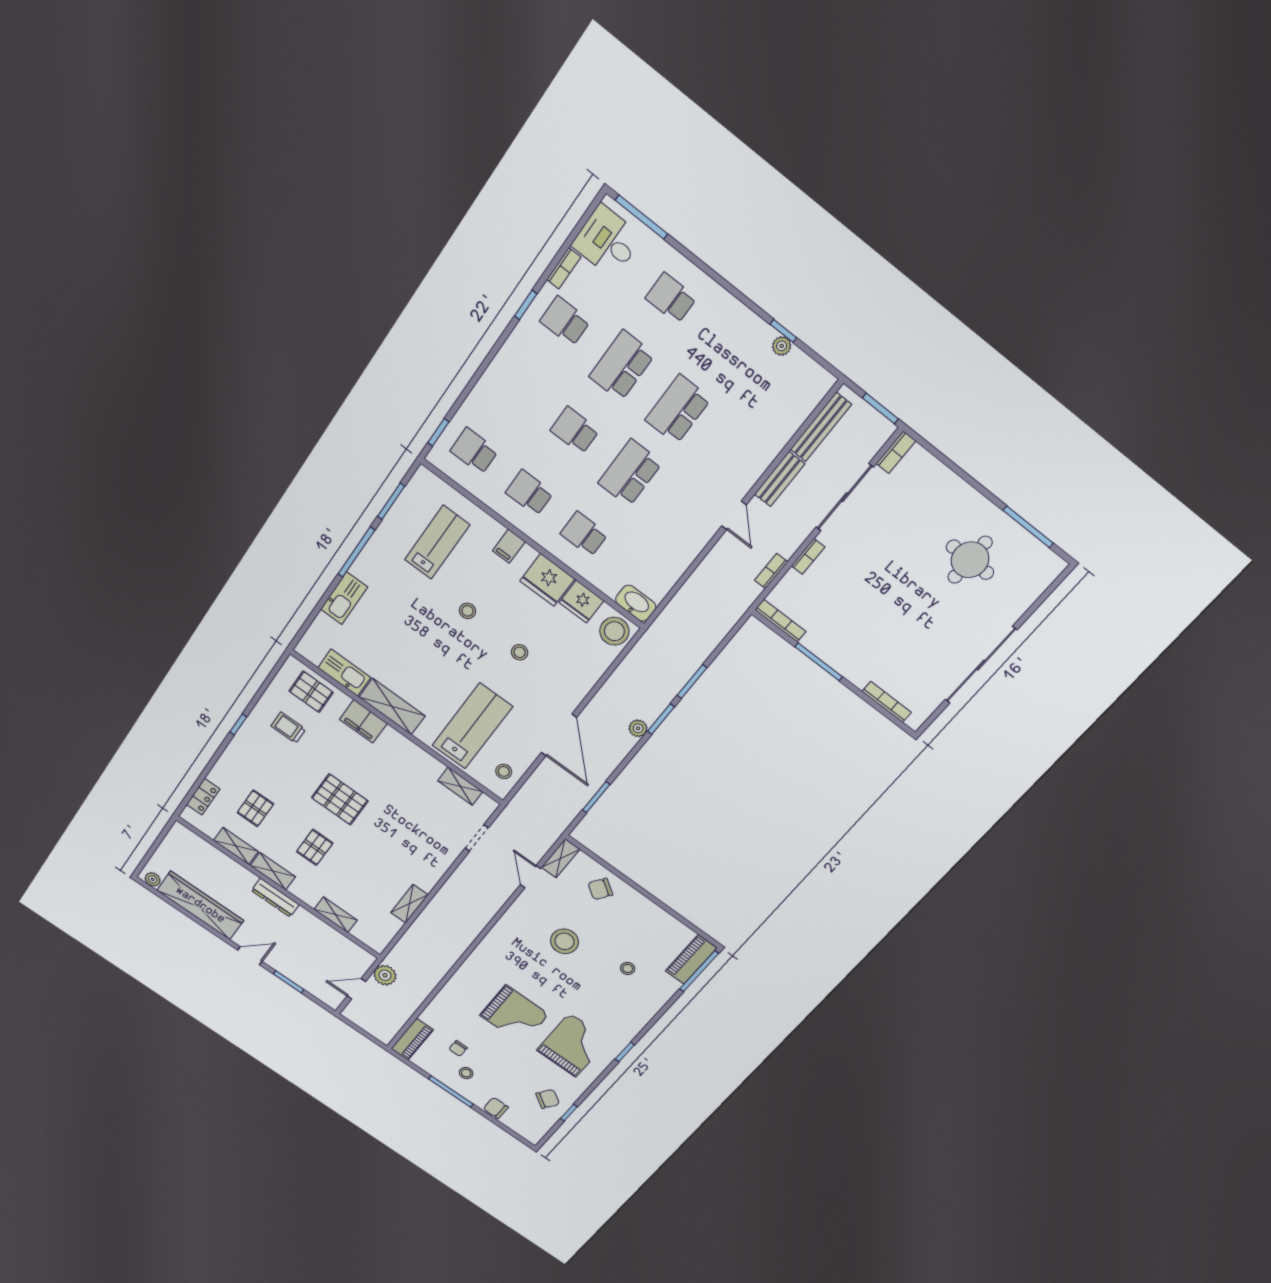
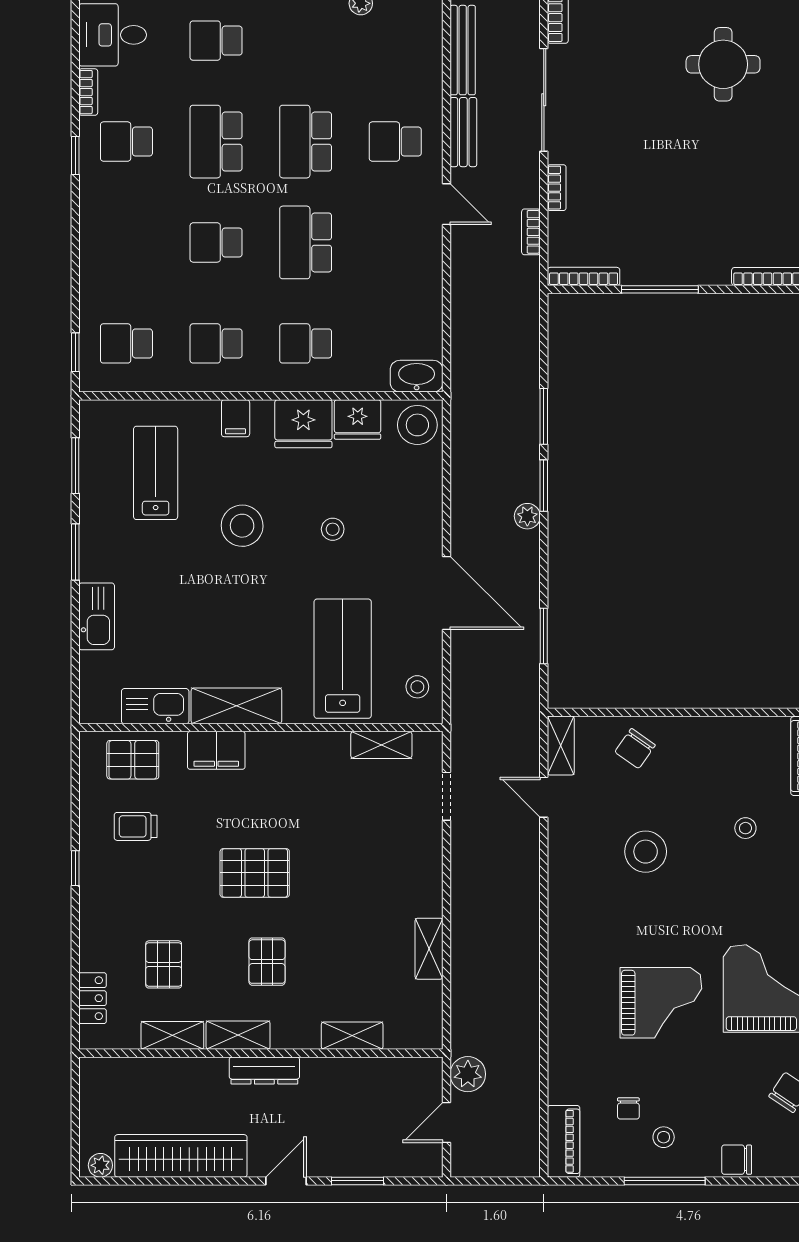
school desk: (733, 453) -> (395, 142), added
window: (356, 552) -> (75, 552), width x0.69
stool: (467, 611) -> (242, 526), width x1.89, depth x1.89

